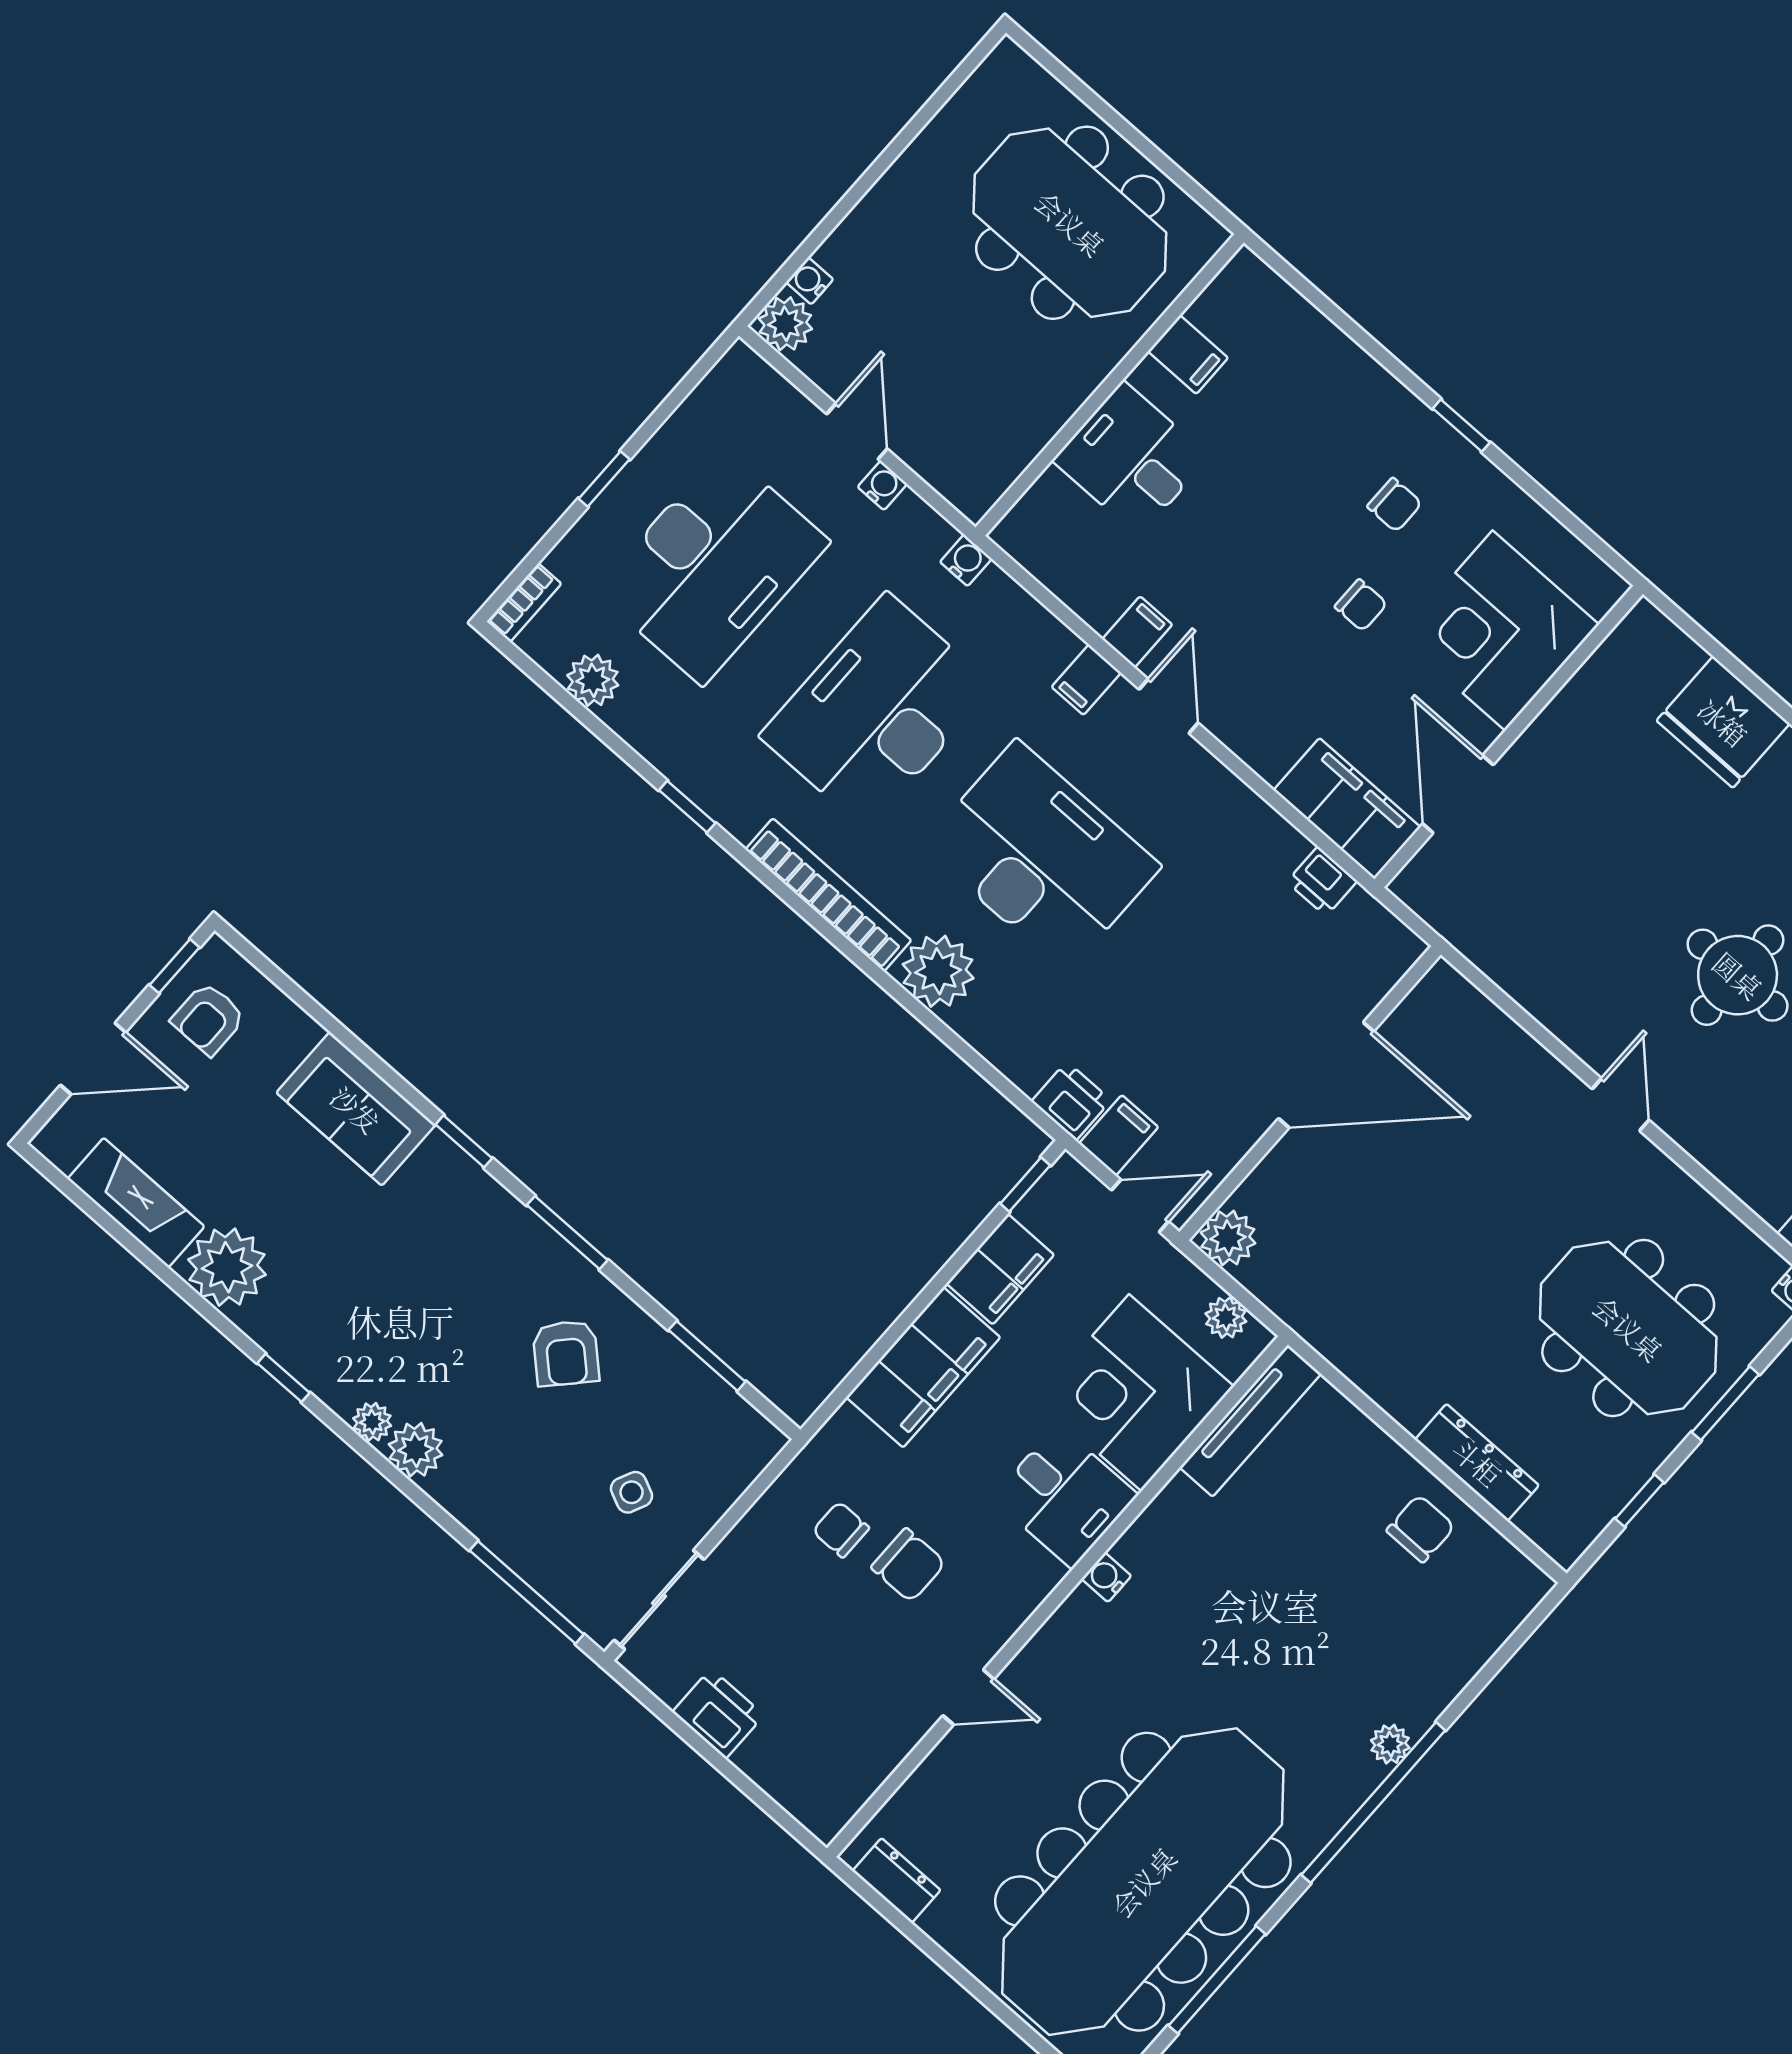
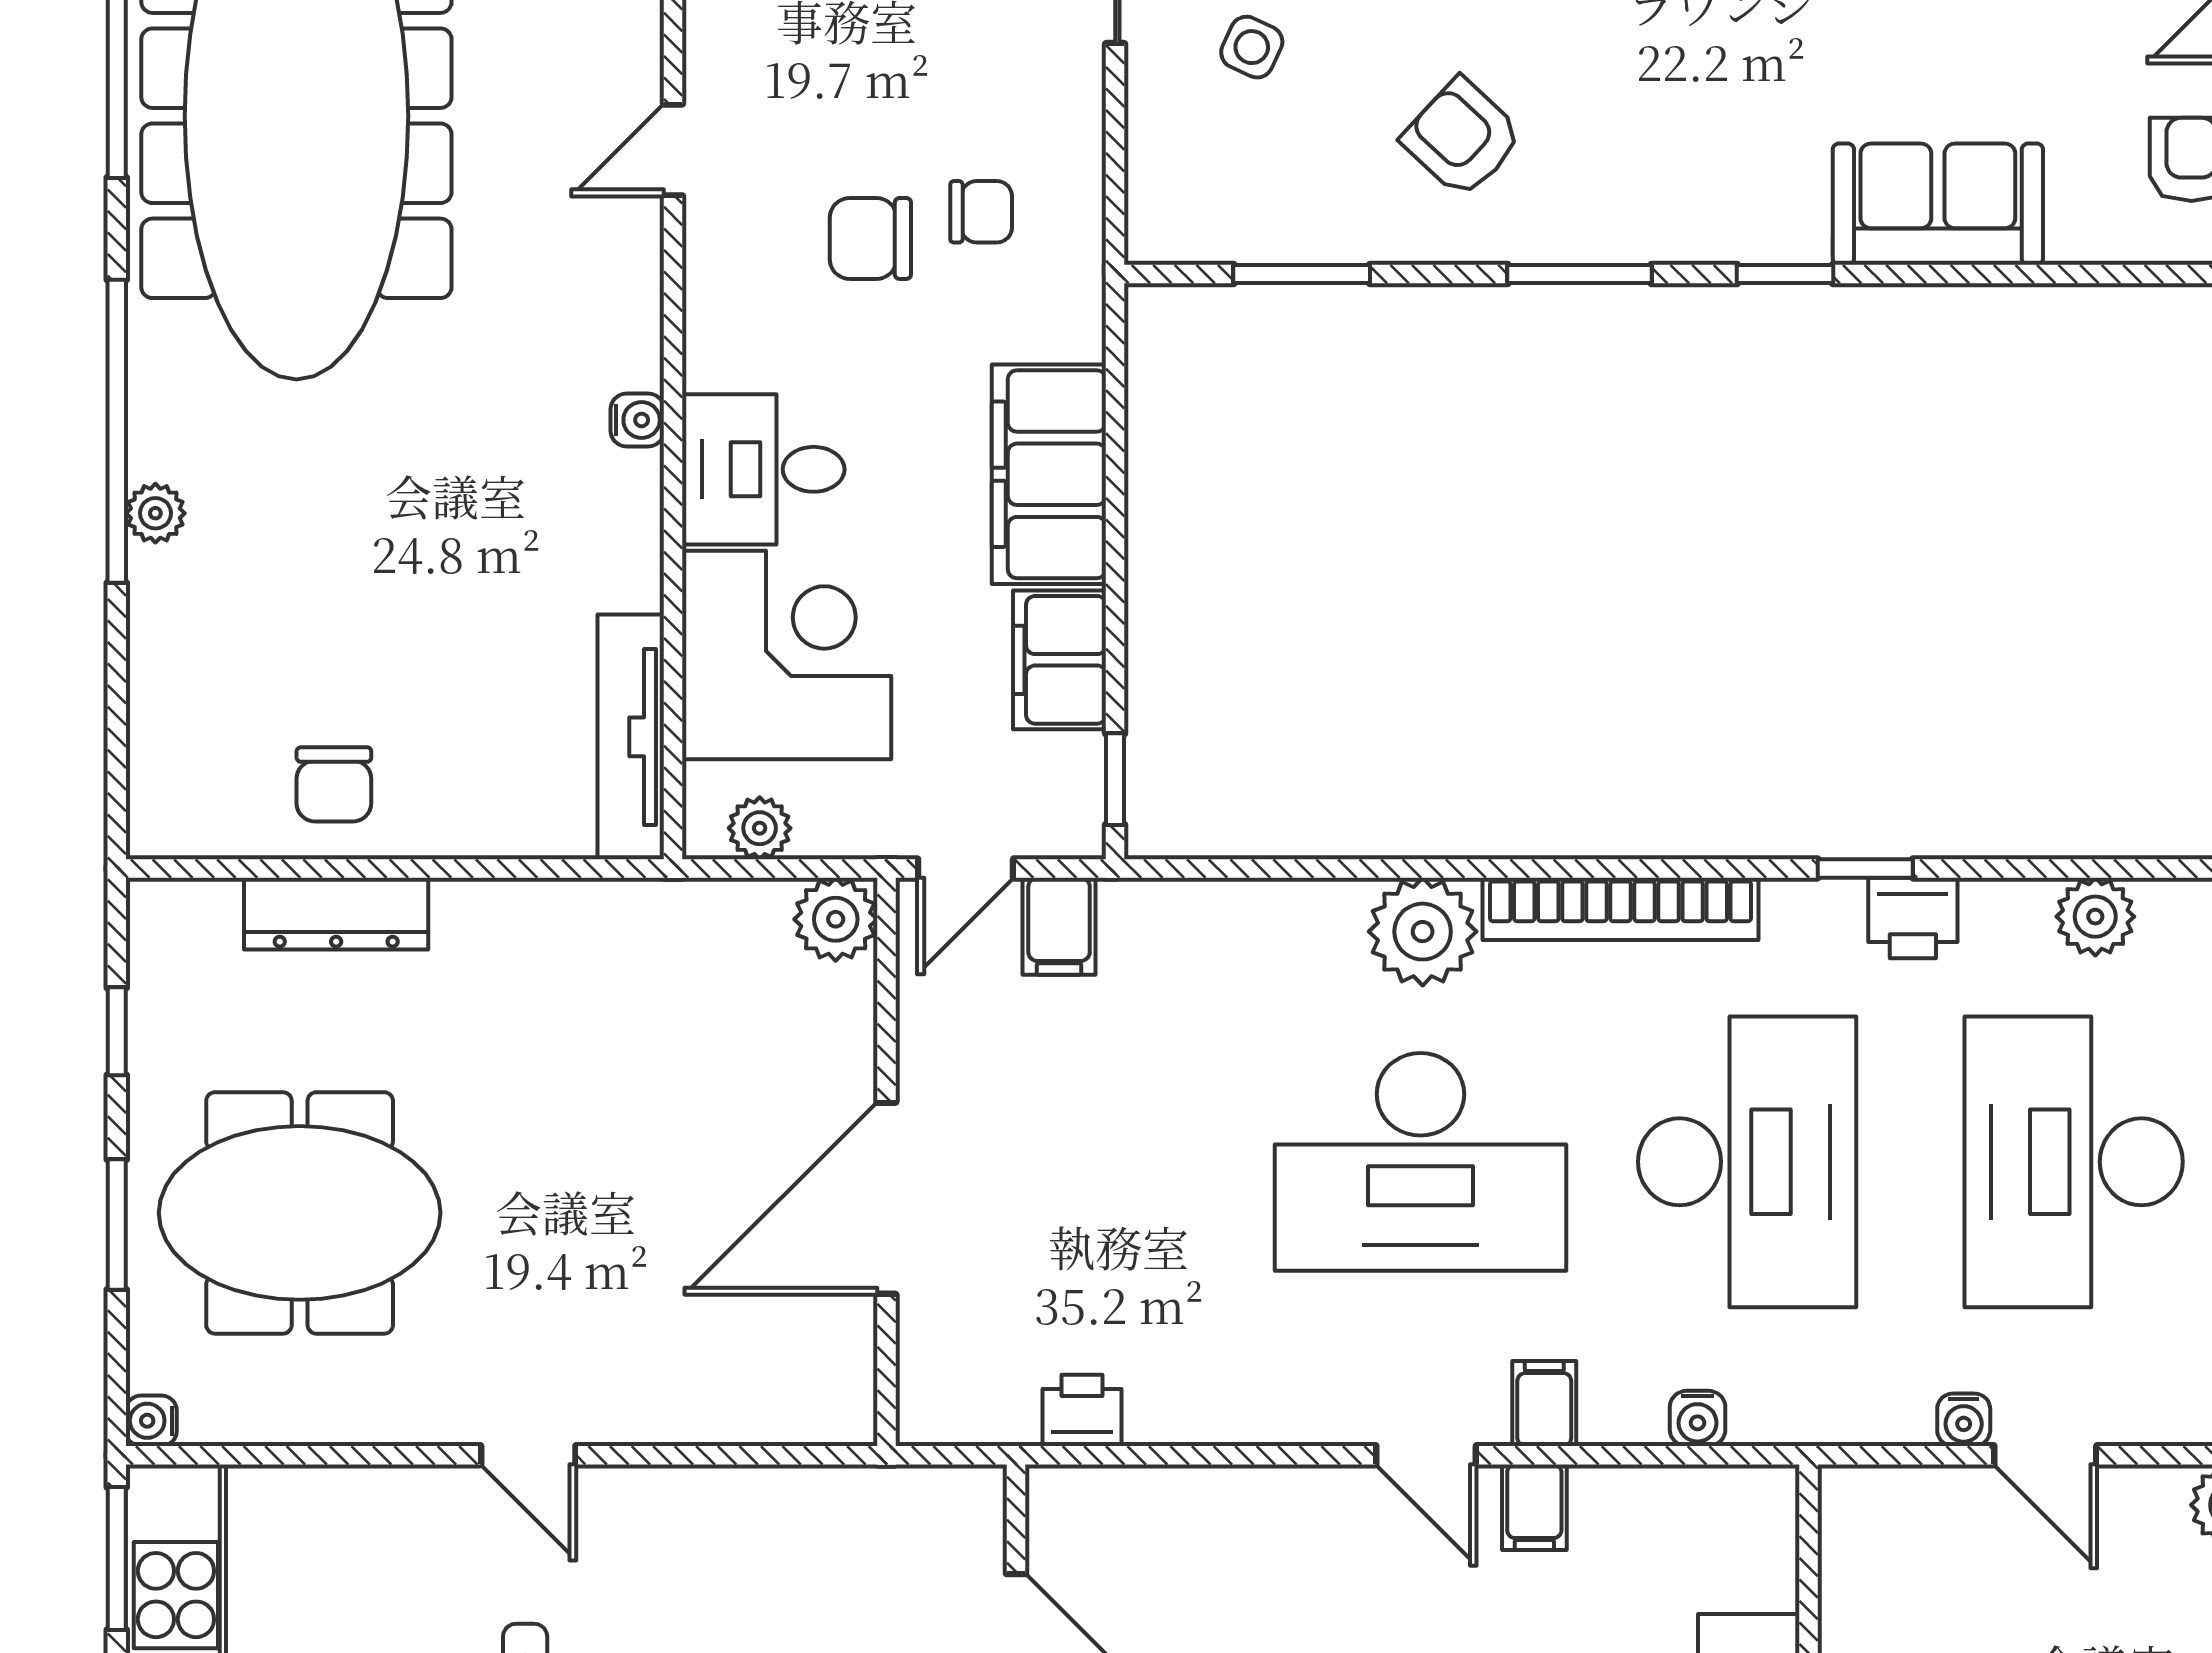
water cooler: (966, 560) -> (1698, 1418), moved
filing cabinet: (1347, 809) -> (1126, 1517), removed
printer: (1071, 1101) -> (1913, 918), moved

